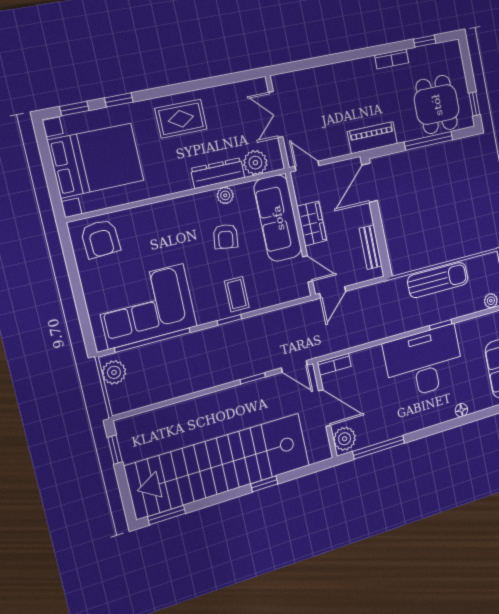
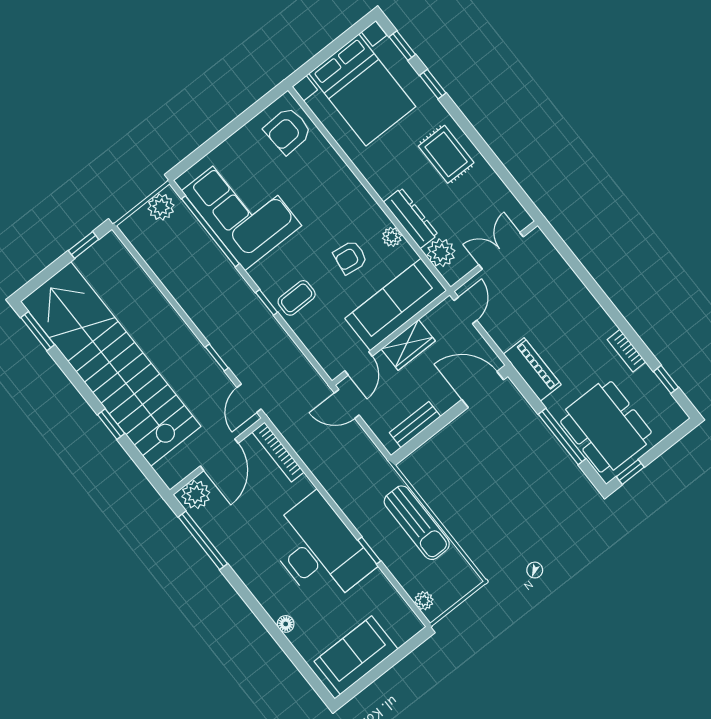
dining table: (437, 105) -> (606, 427), width x1.38
bookcase: (334, 364) -> (278, 452), width x1.56

